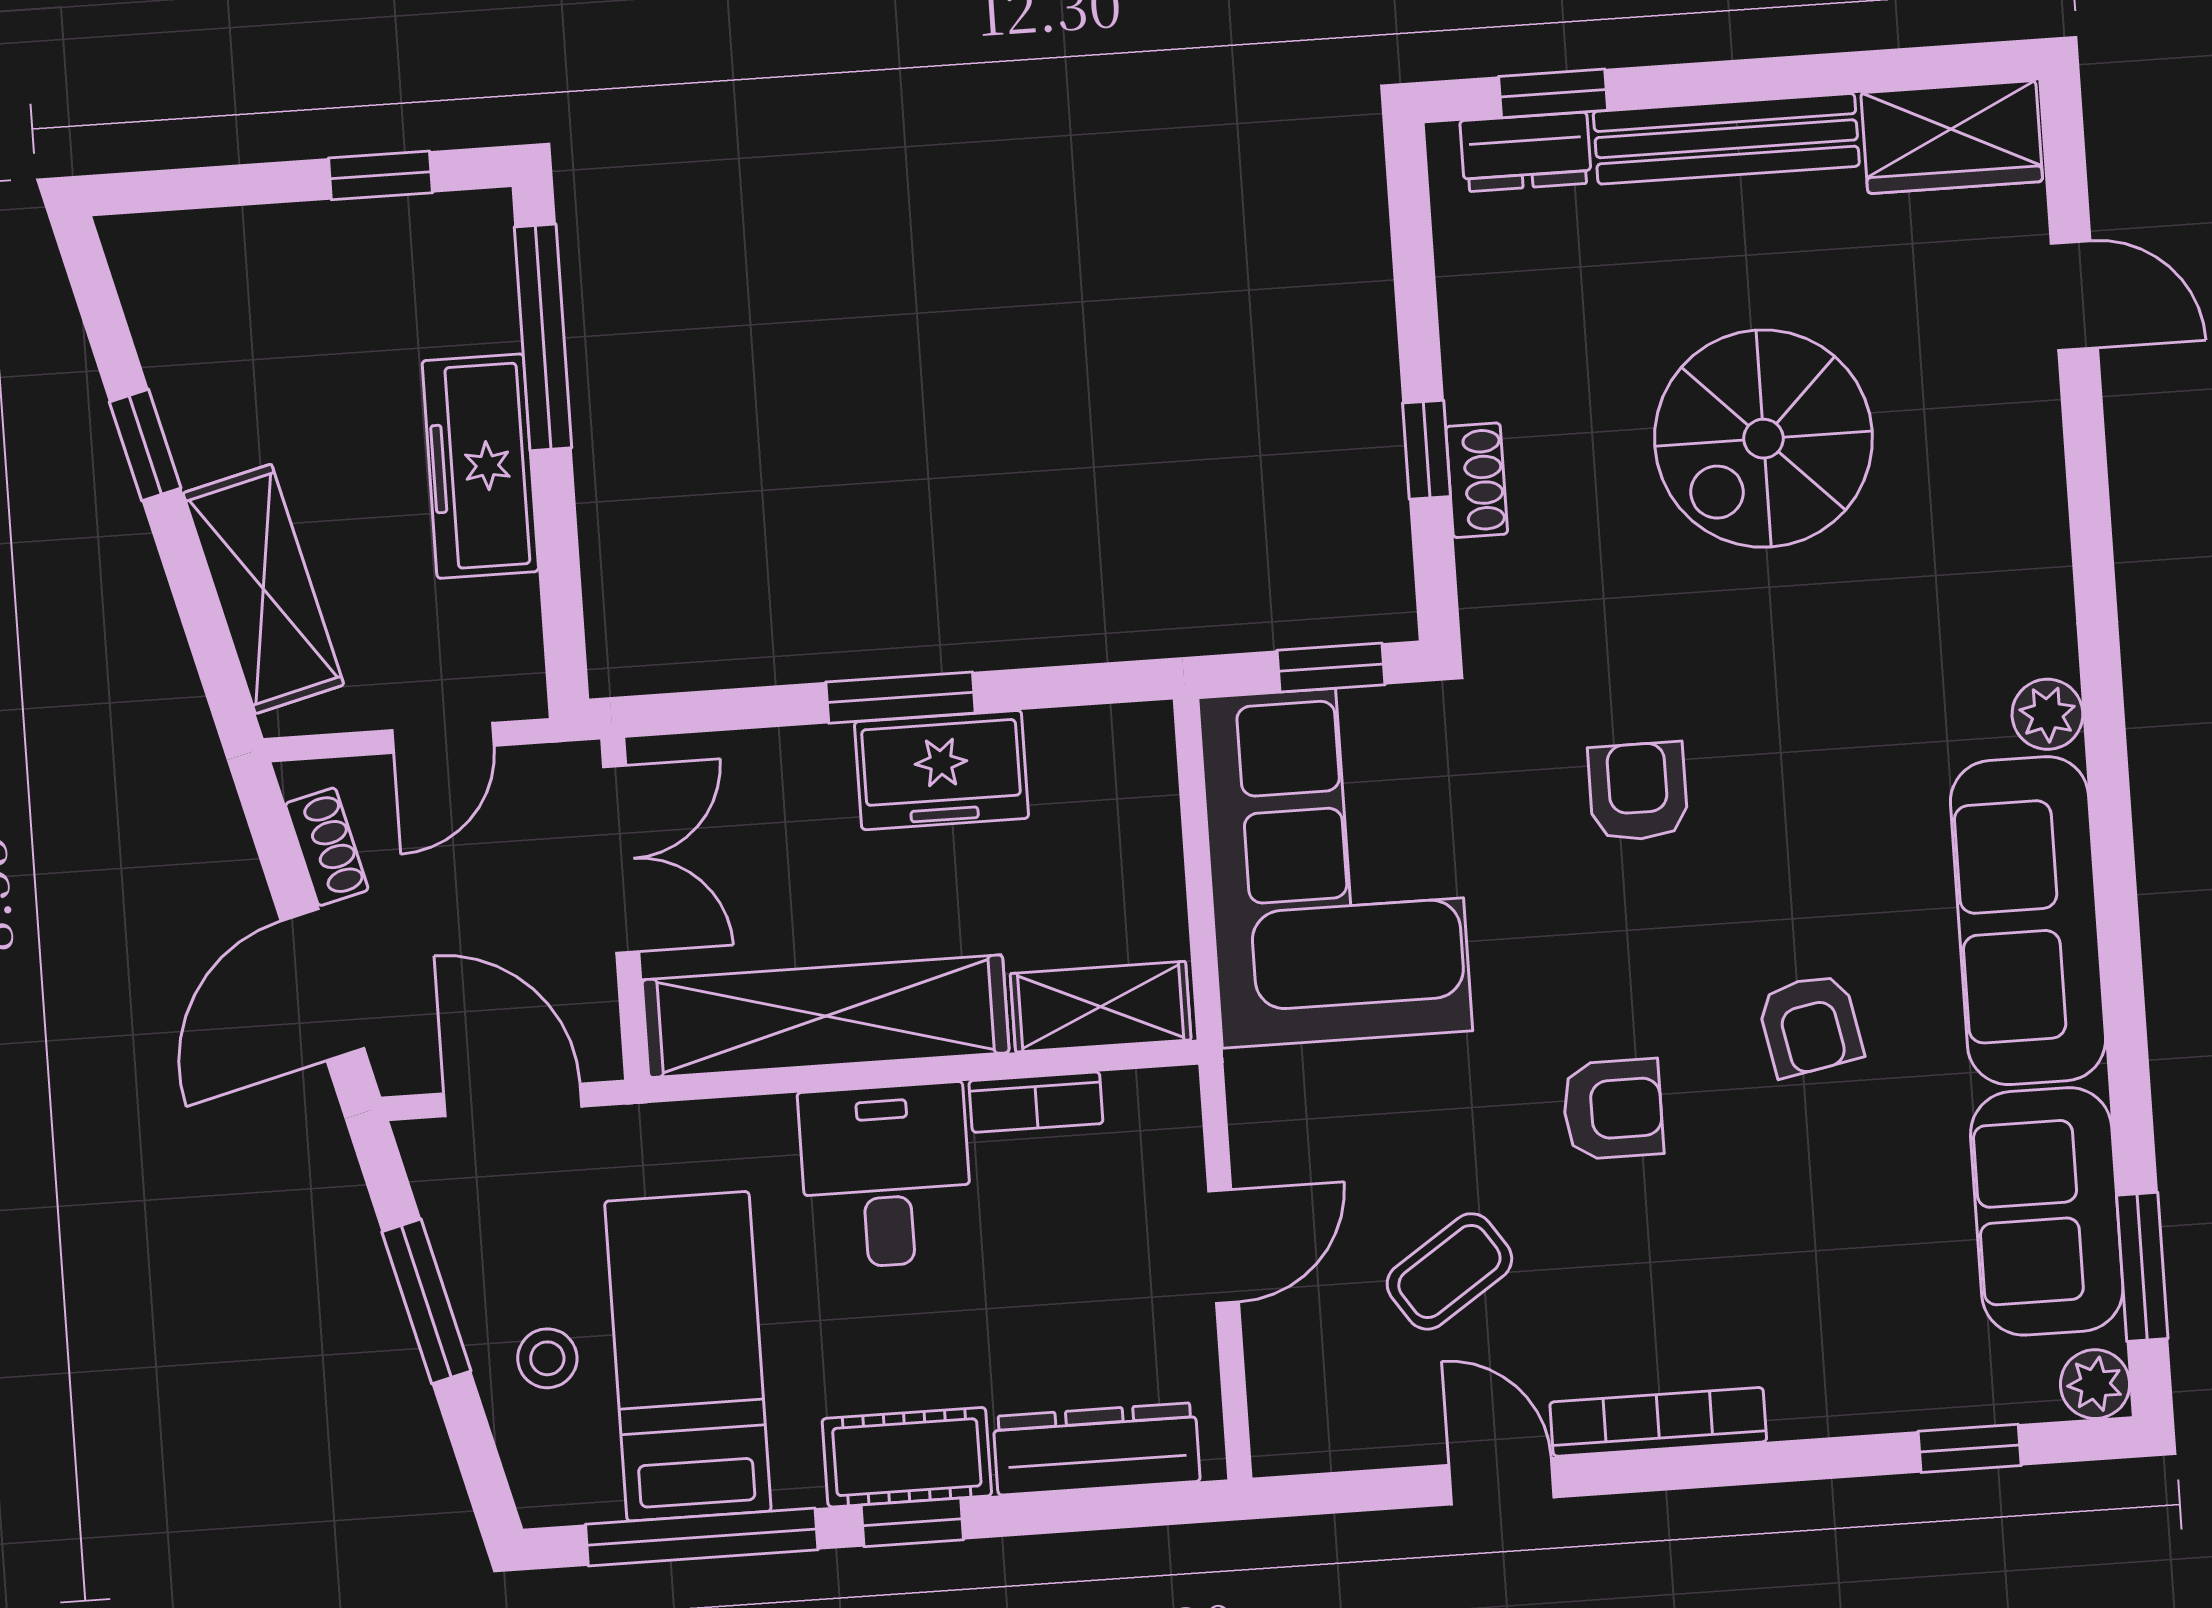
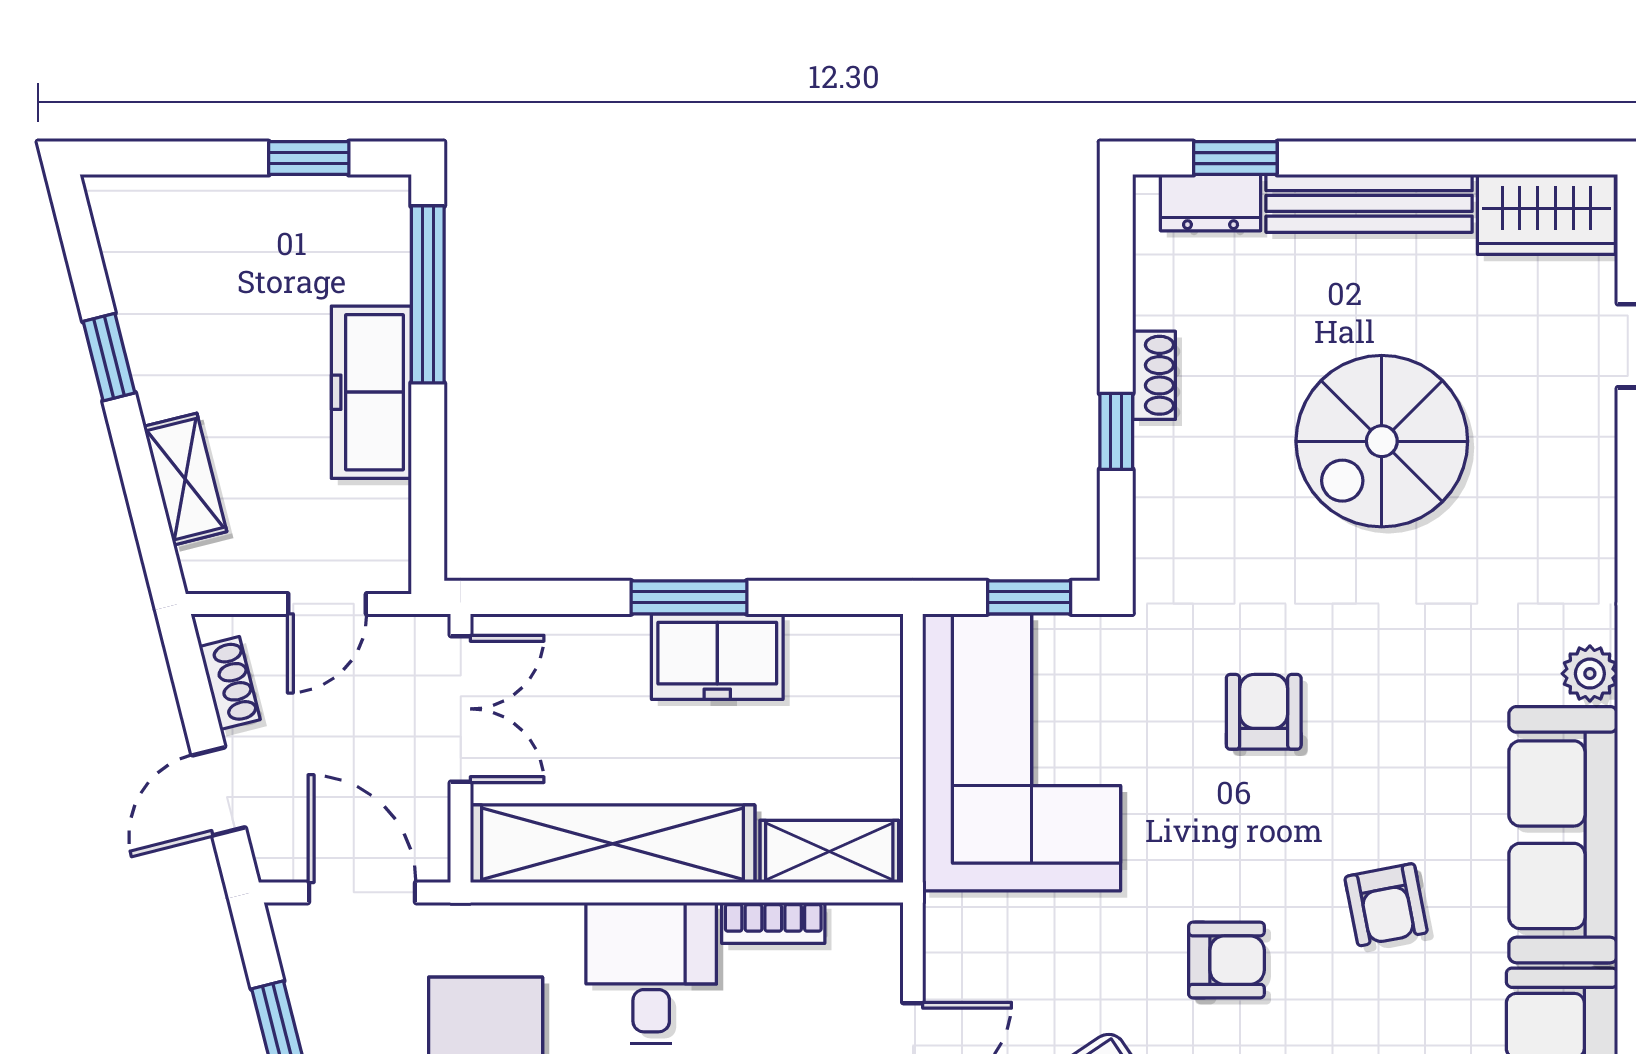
shoe rack: (1477, 480) -> (1154, 375), moved
shelving: (263, 589) -> (185, 479), width x0.67, depth x0.75
door: (322, 985) -> (219, 791), width x0.73

